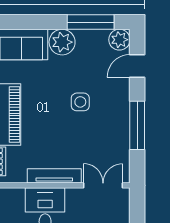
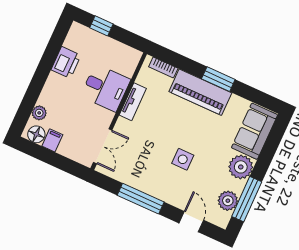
plant: (119, 40) -> (228, 201), moved
tv unit: (54, 176) -> (133, 102), width x0.71

